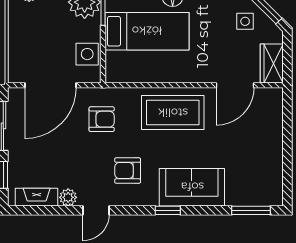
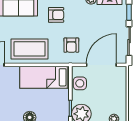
bed: (147, 31) -> (45, 77), moved
armchair: (102, 119) -> (71, 45), turned -90

